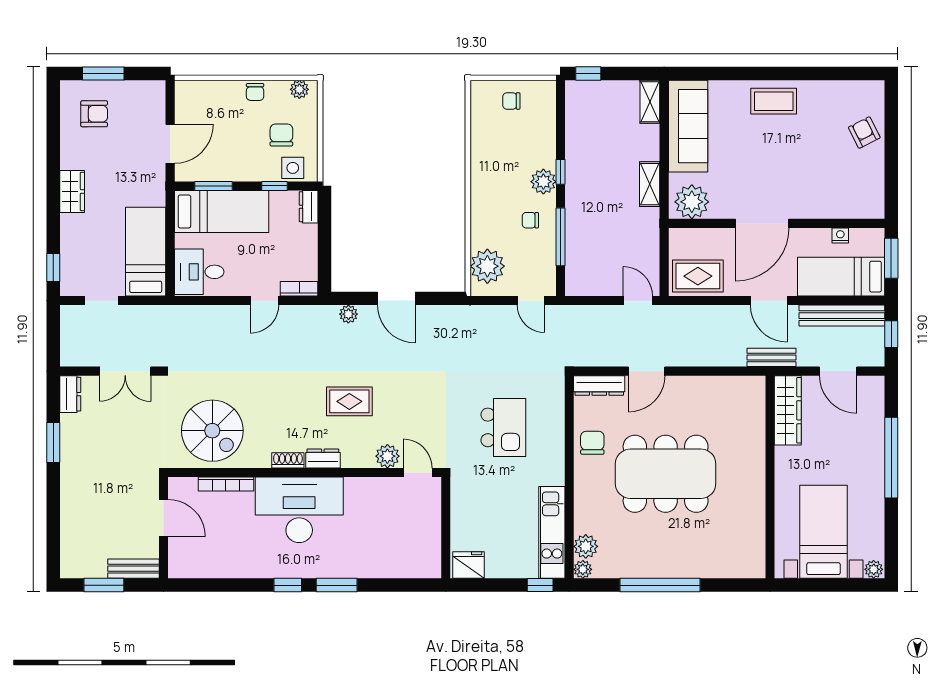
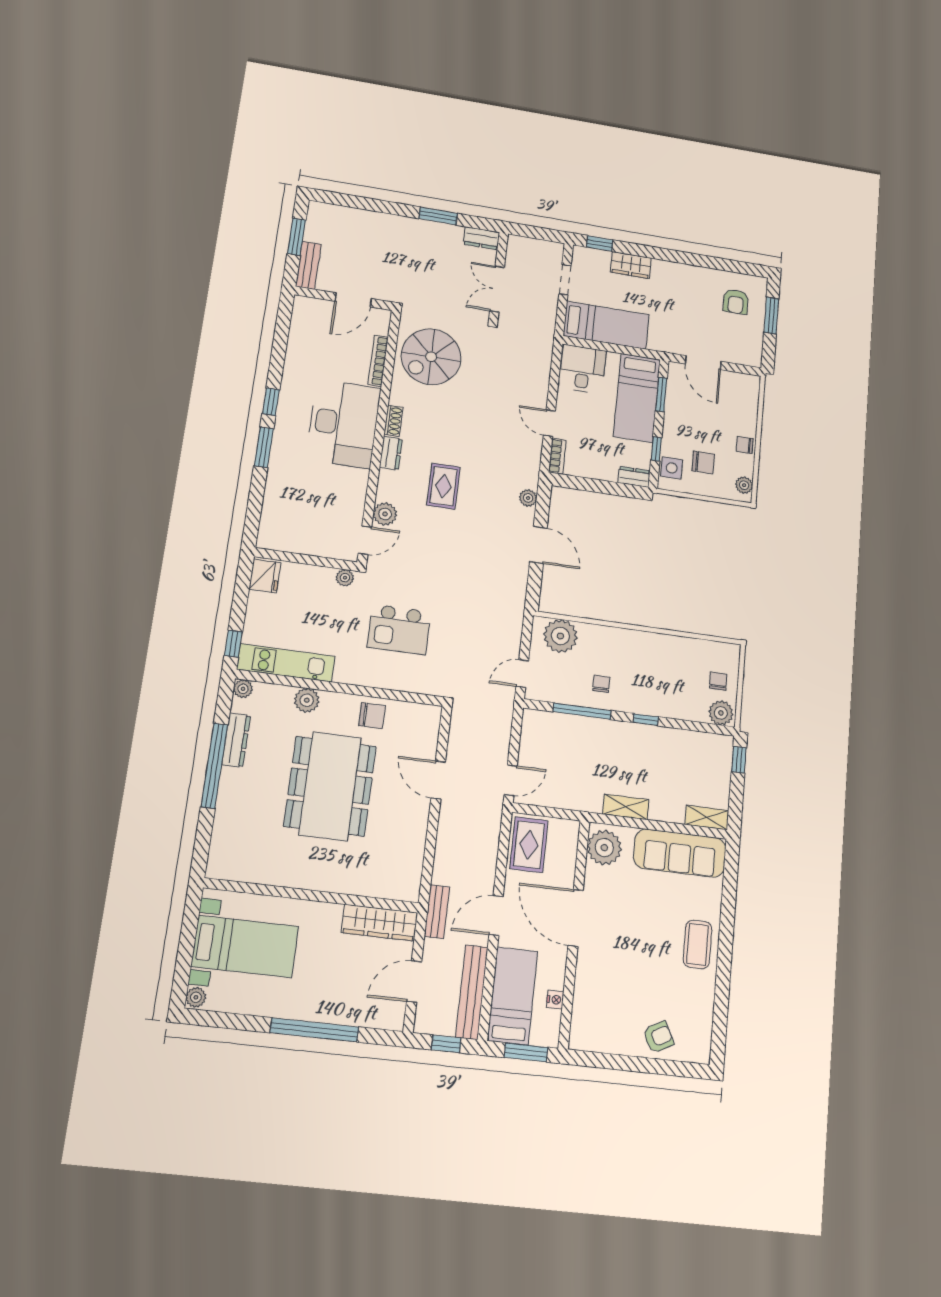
plant: (543, 182) -> (721, 713), moved
wardrobe: (72, 191) -> (631, 265), moved
door: (396, 298) -> (538, 545), swing flipped
dresser: (599, 386) -> (236, 740), moved, turned 180
plant: (459, 487) -> (345, 578), added
plant: (586, 546) -> (307, 700), moved

